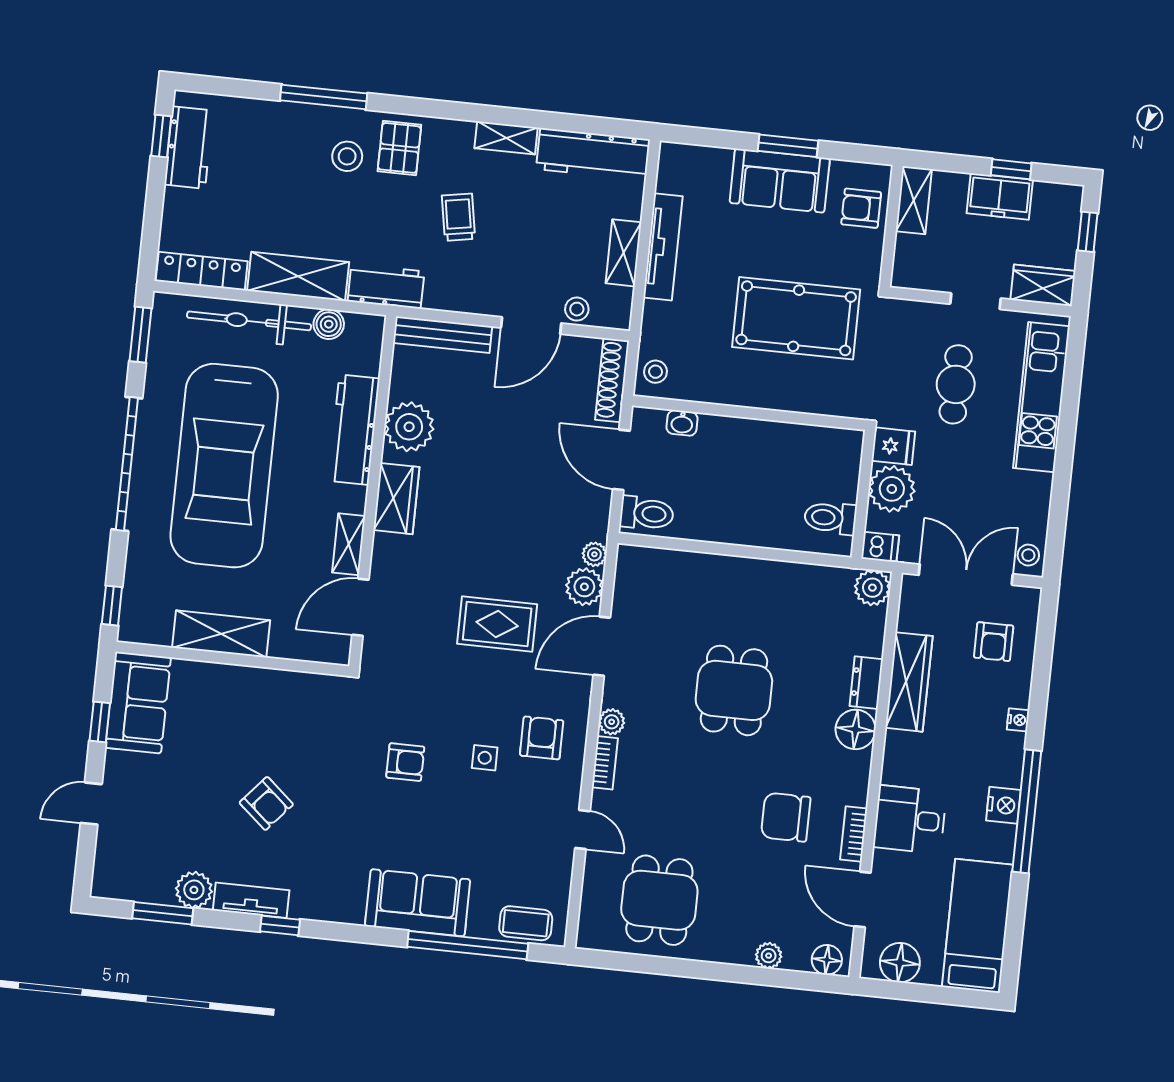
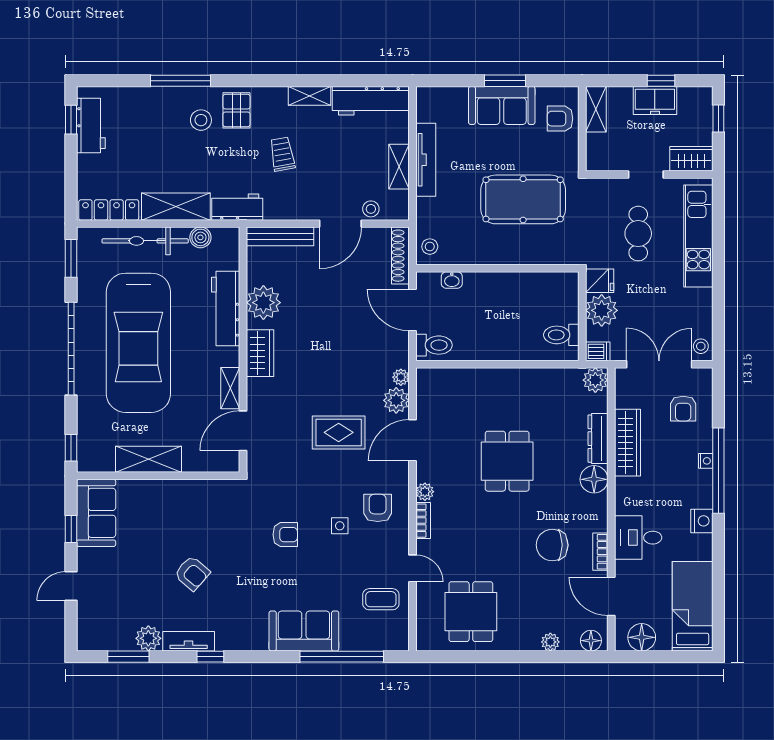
dresser: (866, 683) -> (598, 439), width x1.44
window: (1027, 811) -> (718, 471), moved
coffee table: (526, 923) -> (381, 599), moved

